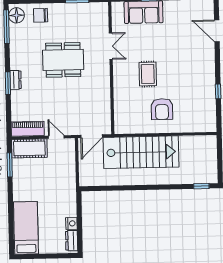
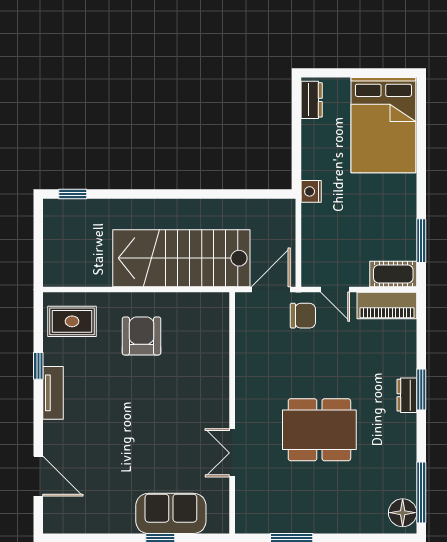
chair: (41, 15) -> (303, 316), moved
rug: (148, 74) -> (72, 321), moved, turned 90
tv unit: (210, 77) -> (53, 393), added
cot: (29, 148) -> (393, 274), width x0.73, depth x0.75
nightstand: (71, 223) -> (311, 191), moved
bed: (26, 228) -> (383, 125), width x1.50

